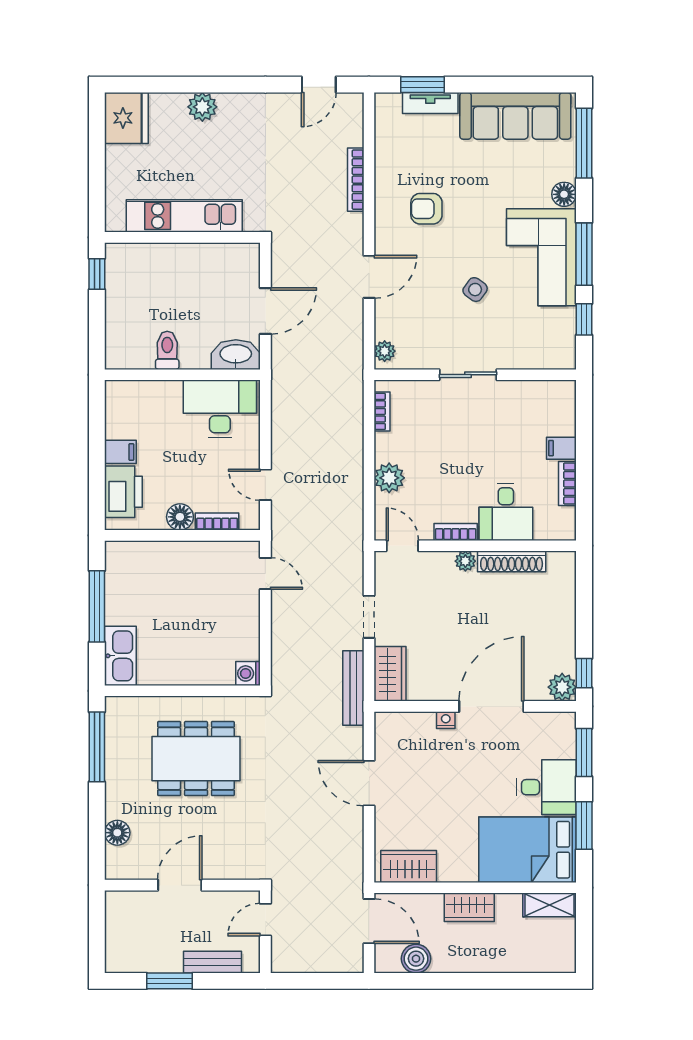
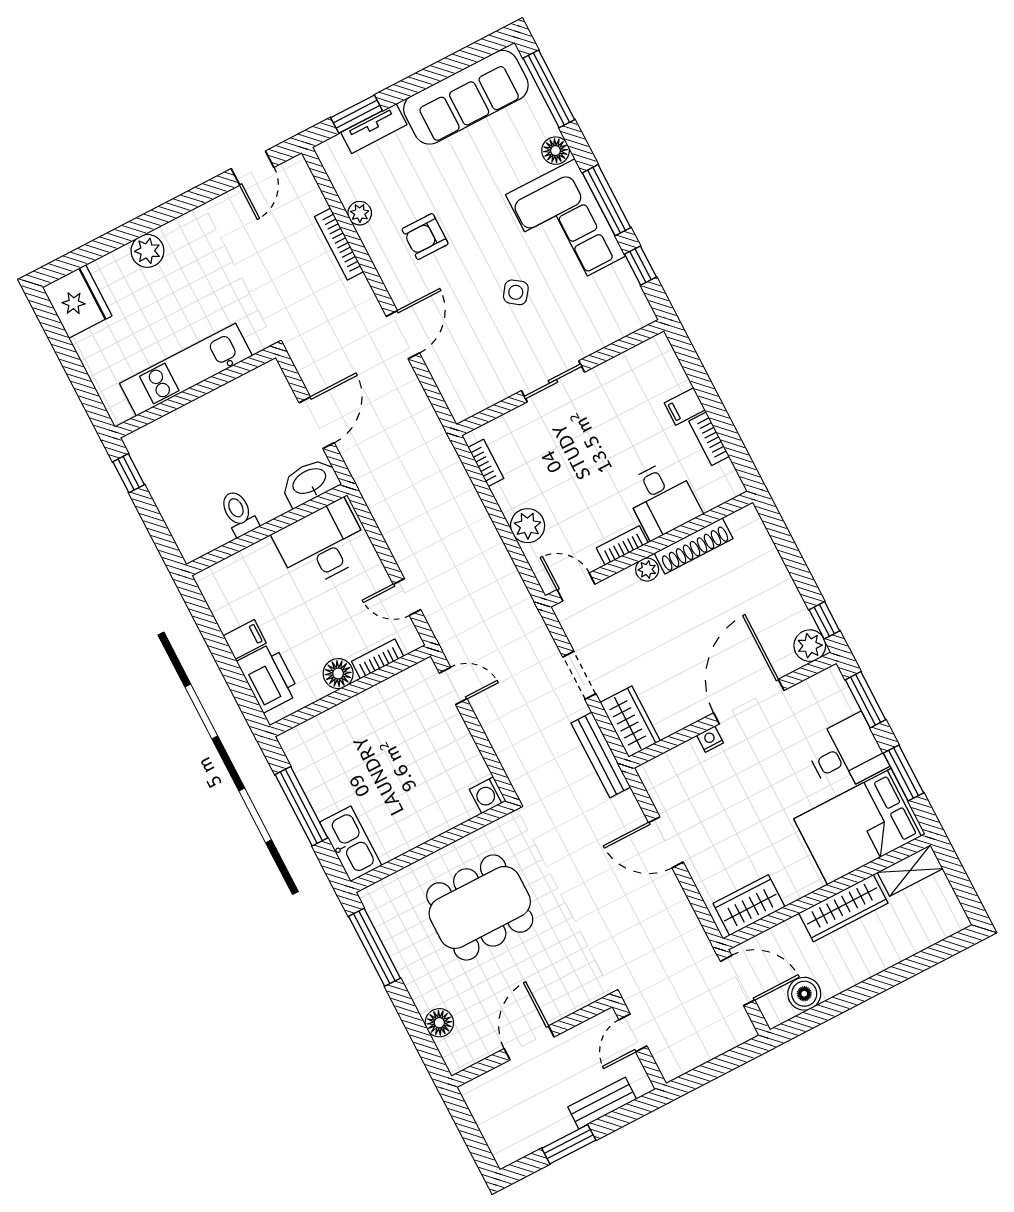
plant: (385, 351) -> (360, 213), moved
wardrobe: (469, 907) -> (843, 908), width x1.50

